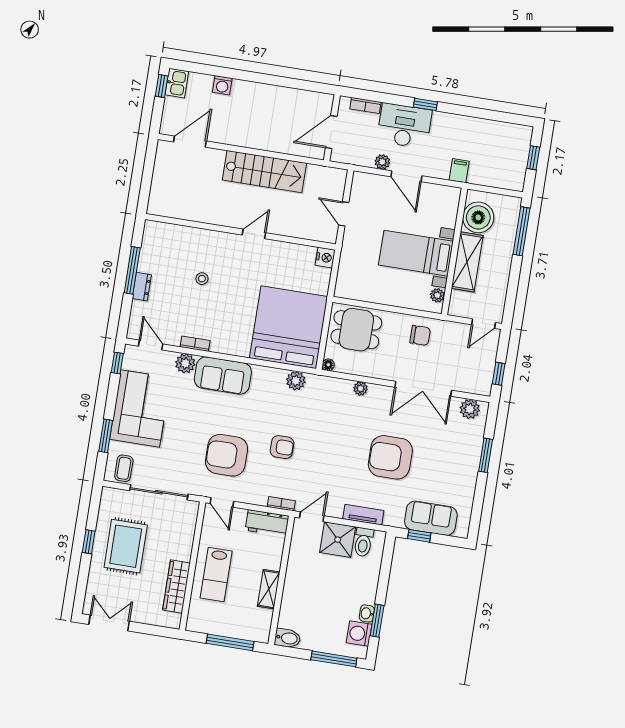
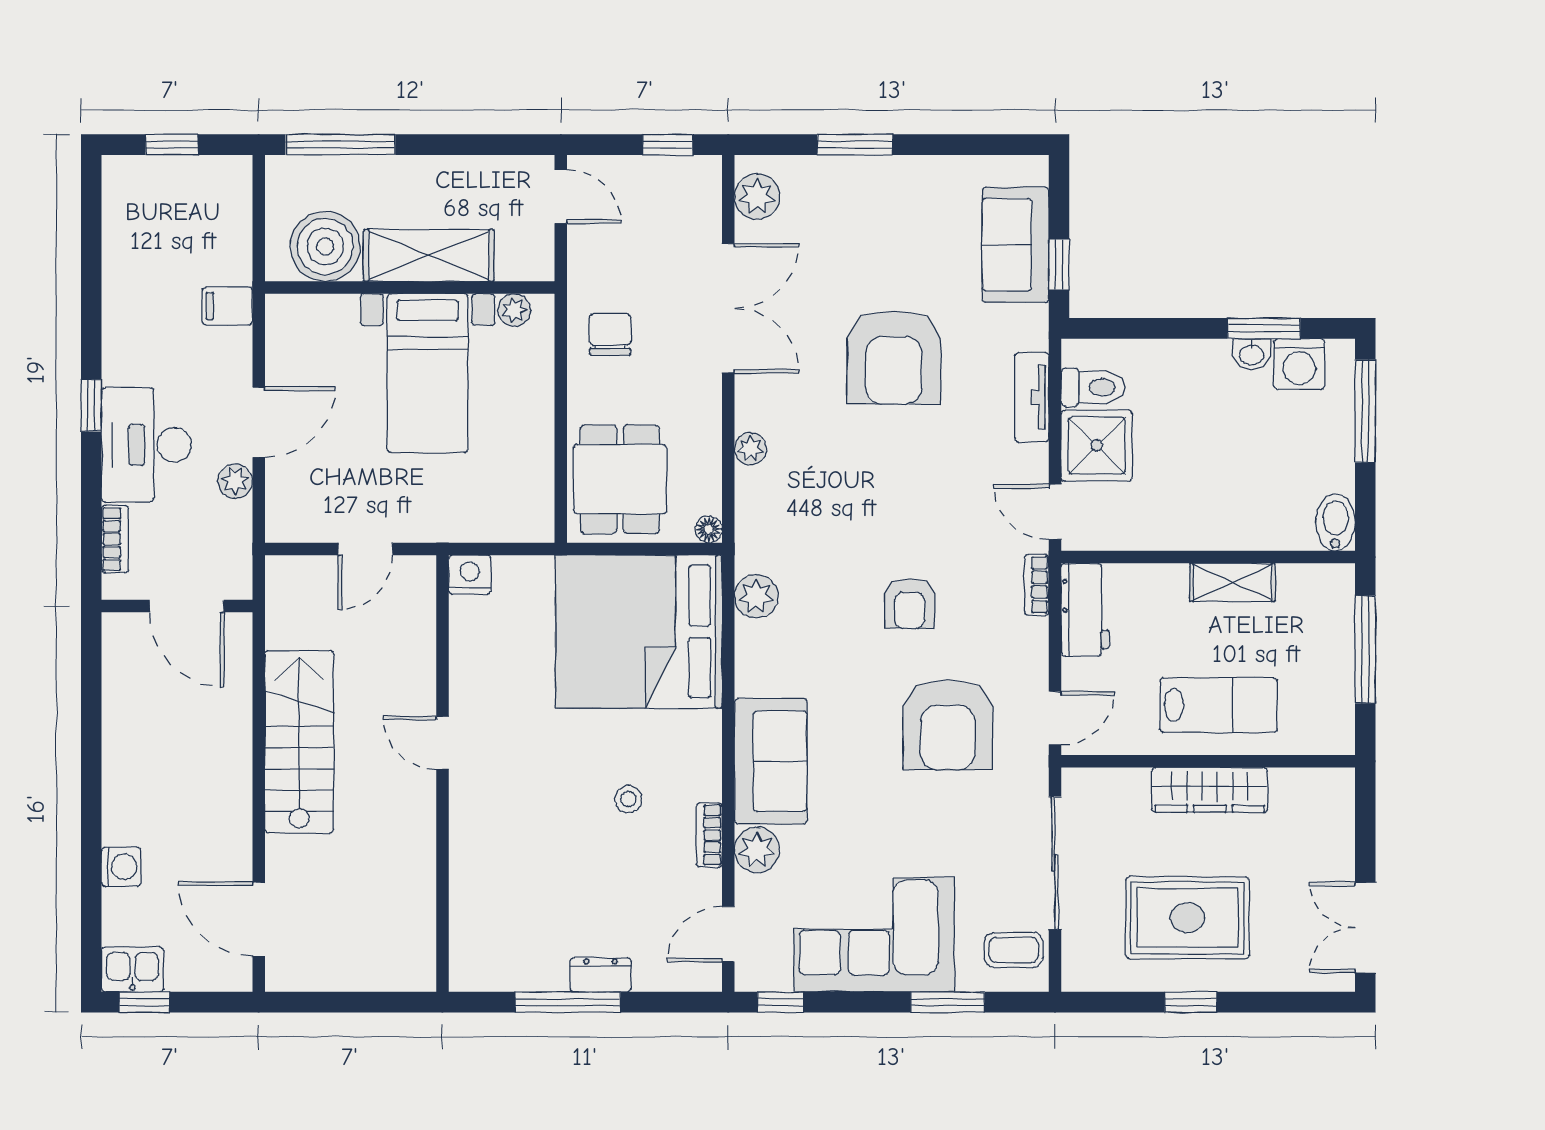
stool: (202, 279) -> (628, 799), moved
armchair: (282, 447) -> (910, 603), turned 180
wardrobe: (176, 586) -> (1210, 790), moved

